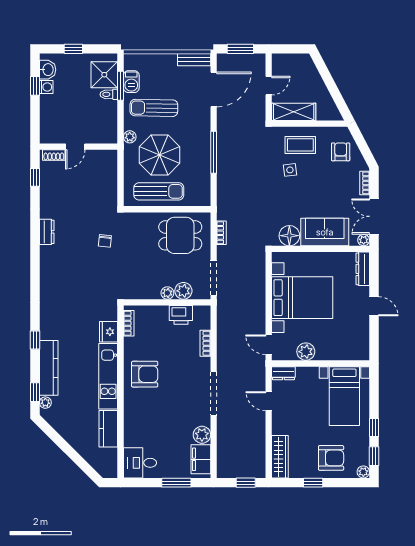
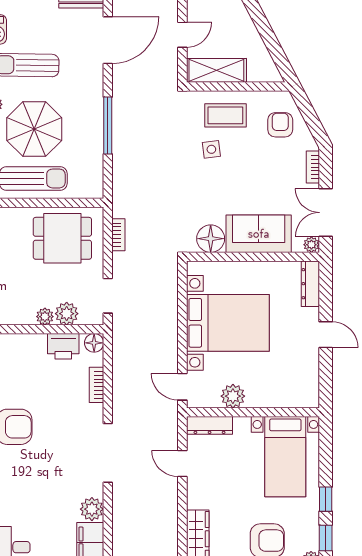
doorway: (214, 278) -> (108, 296), width x0.73
floor lamp: (204, 312) -> (94, 343), added
dresser: (283, 373) -> (210, 425), width x1.44

